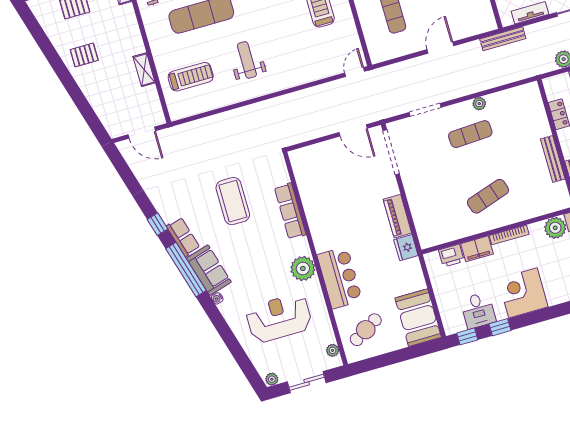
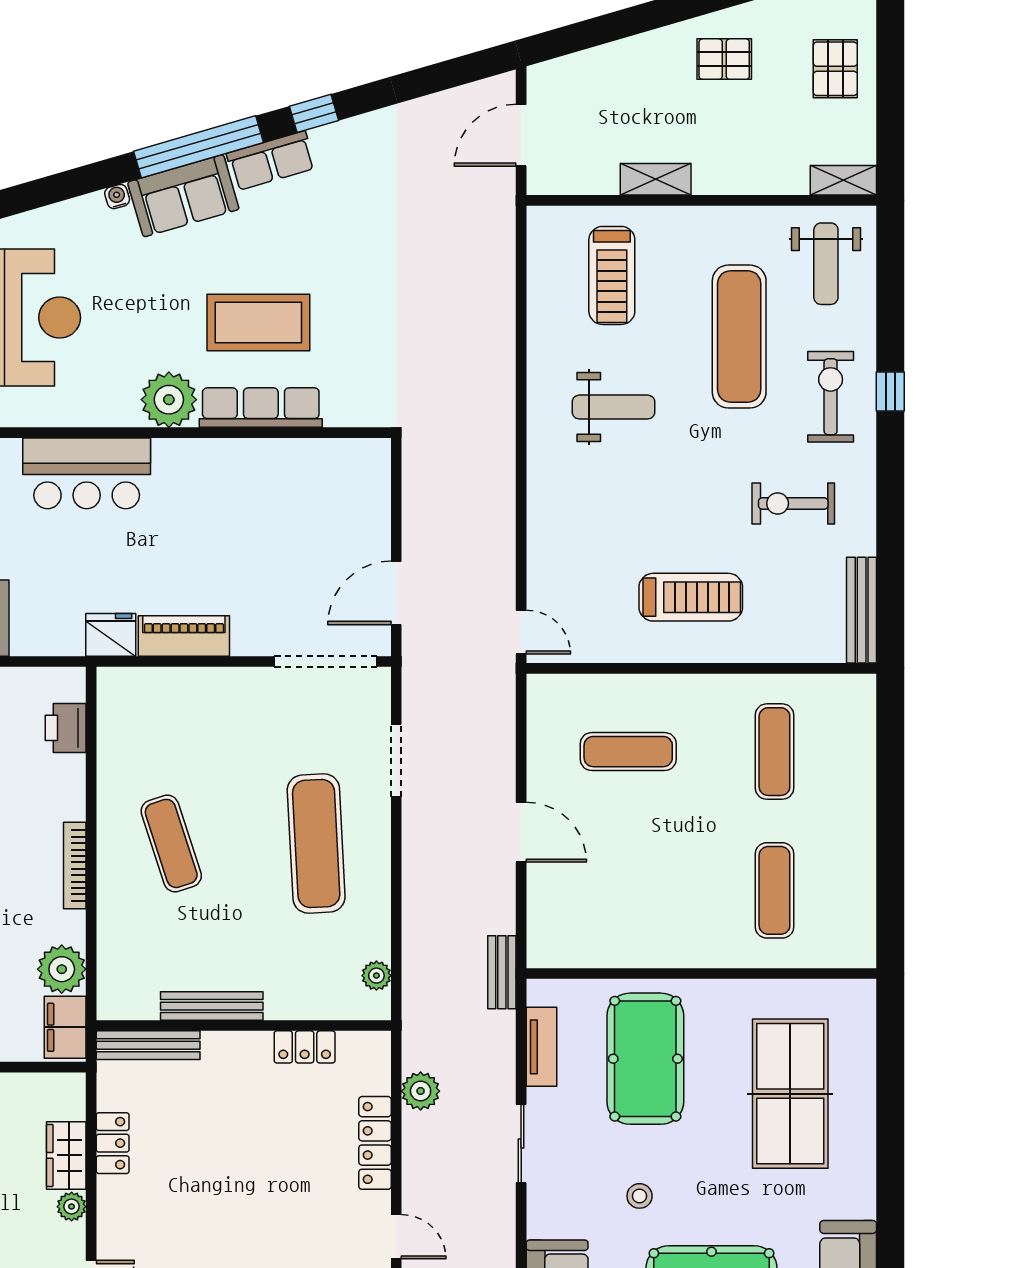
bench: (503, 39) -> (502, 972), width x0.73
pallet: (84, 55) -> (724, 59), turned 90
plant: (479, 104) -> (376, 976), moved
exercise mat: (470, 134) -> (316, 843), width x1.36, depth x1.45
coffee table: (233, 201) -> (258, 323), moved
filing cabinet: (477, 249) -> (65, 787), removed
plant: (303, 268) -> (169, 400), moved

